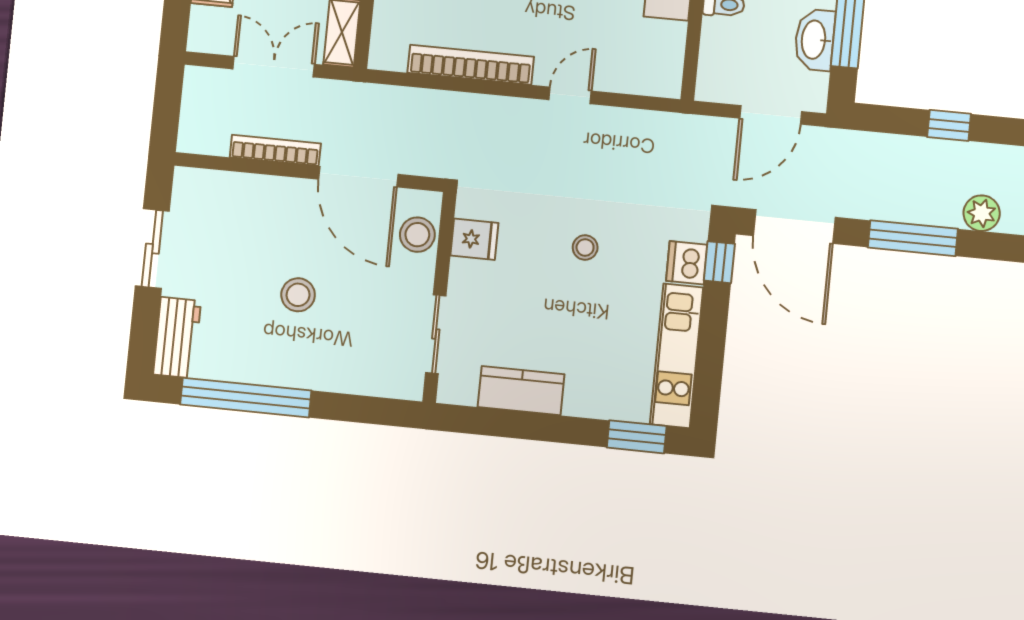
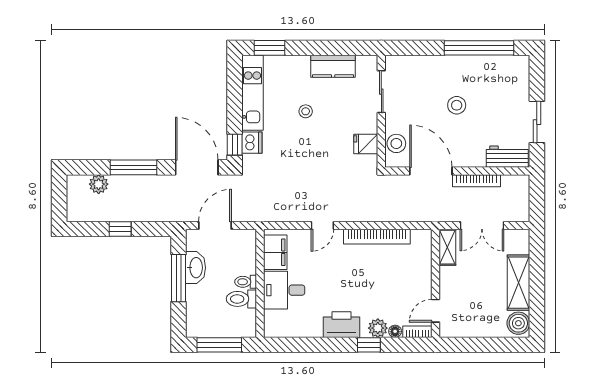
filing cabinet: (663, 54) -> (275, 252), added
stool: (585, 247) -> (306, 111), moved
workbench: (177, 338) -> (507, 157), moved, turned 90

